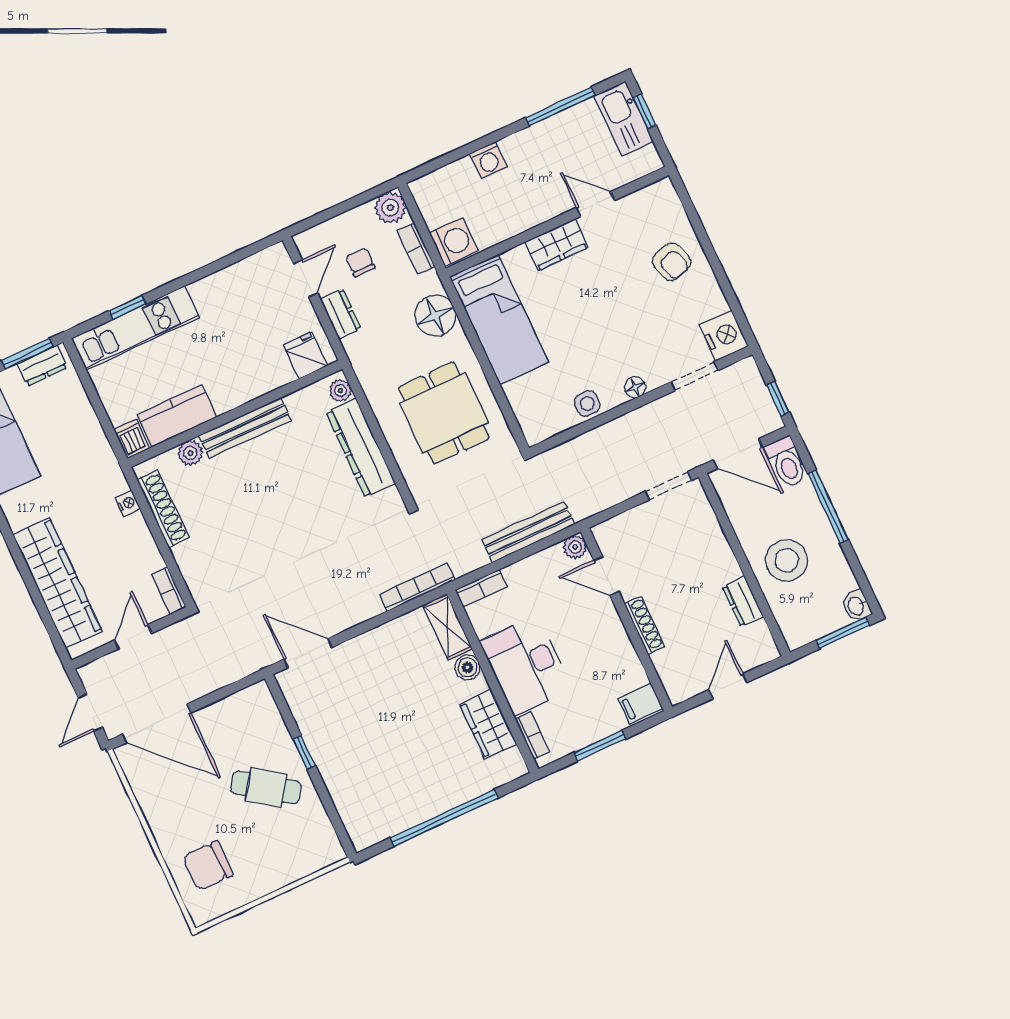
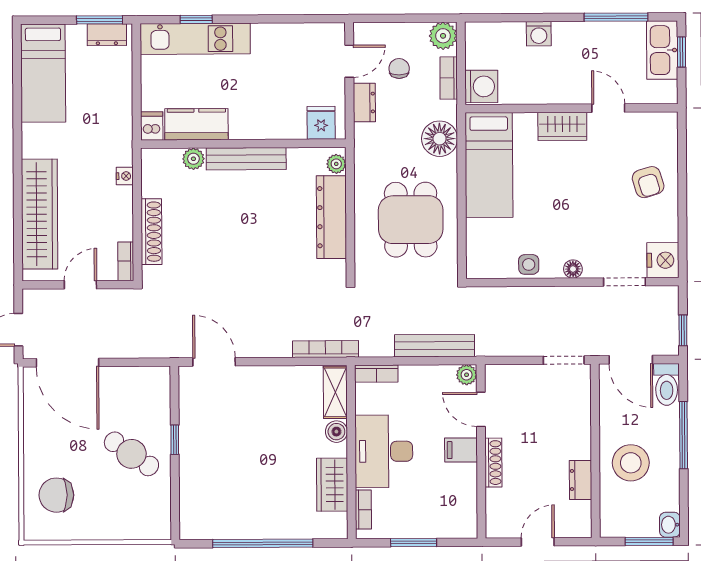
shoe rack: (163, 509) -> (151, 232), moved
filing cabinet: (640, 704) -> (461, 450), moved

